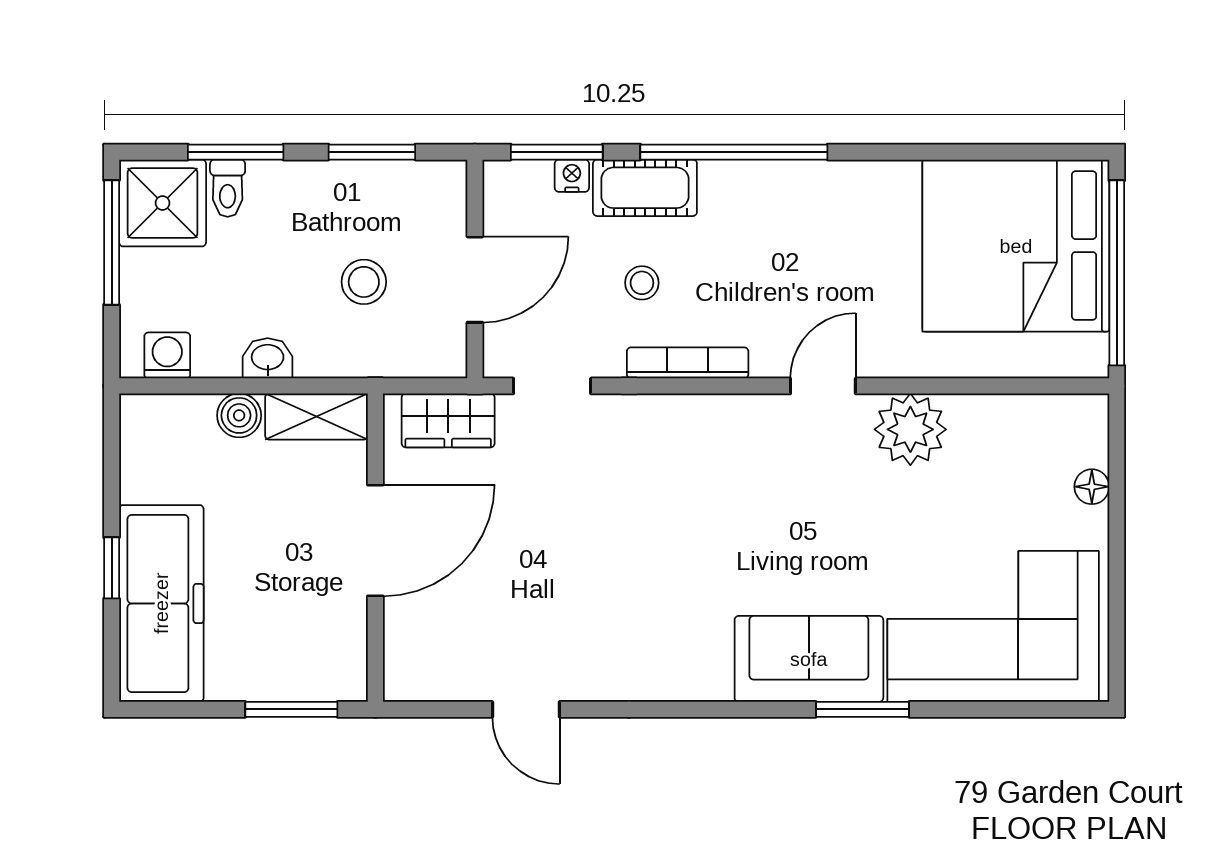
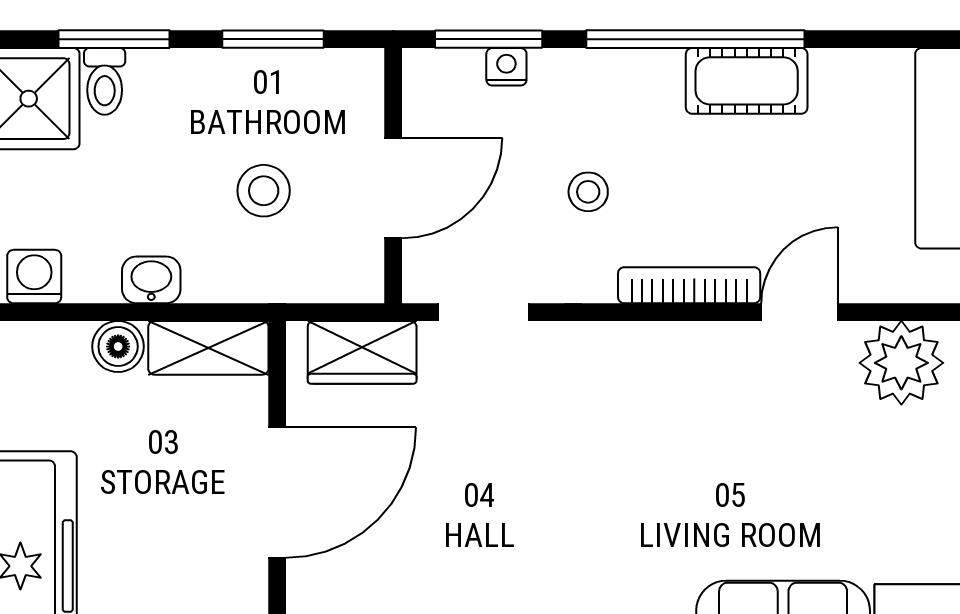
cot: (645, 188) -> (747, 81), moved
bookcase: (688, 363) -> (689, 285), moved

